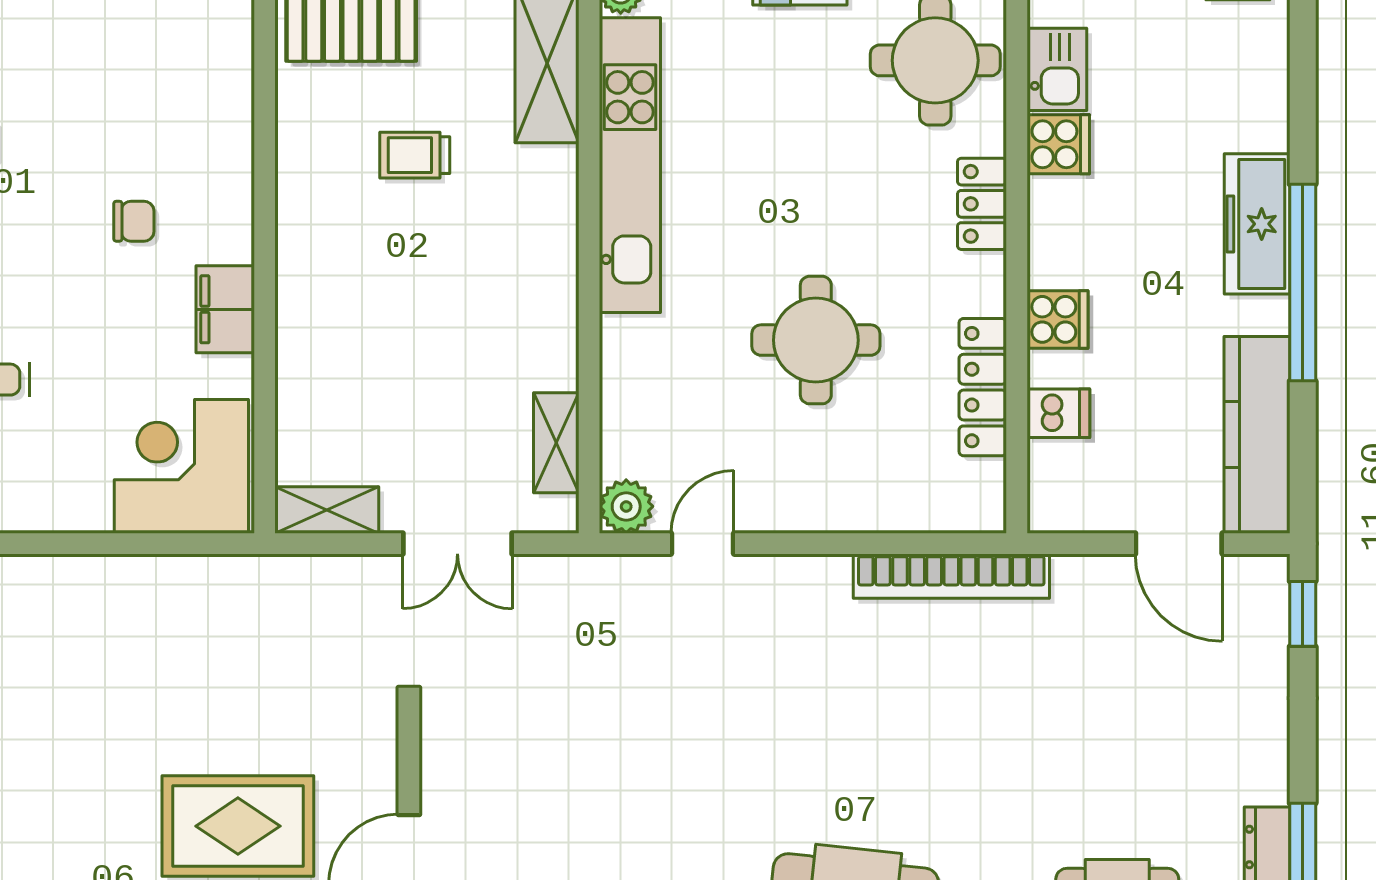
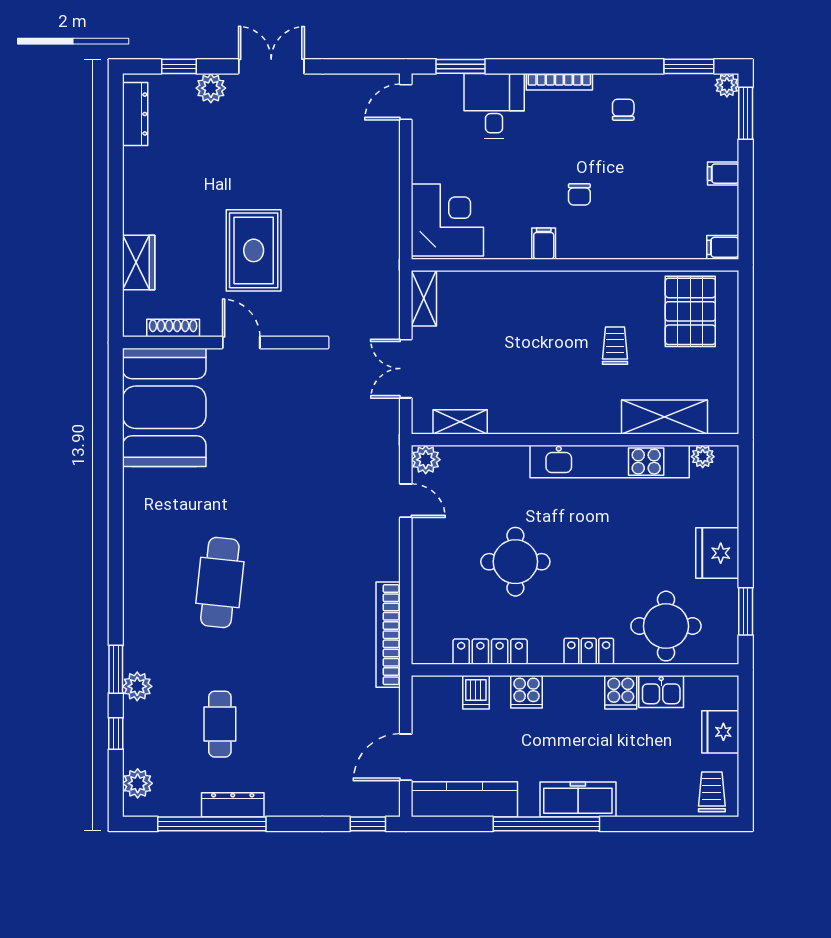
filing cabinet: (225, 309) -> (544, 244), width x0.50

